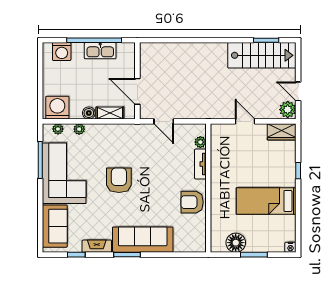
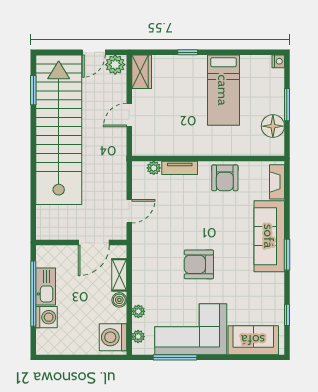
washing machine: (62, 51) -> (47, 317), moved
stairs: (262, 55) -> (59, 130), width x1.86, depth x1.51
fireplace: (97, 246) -> (277, 182), moved

